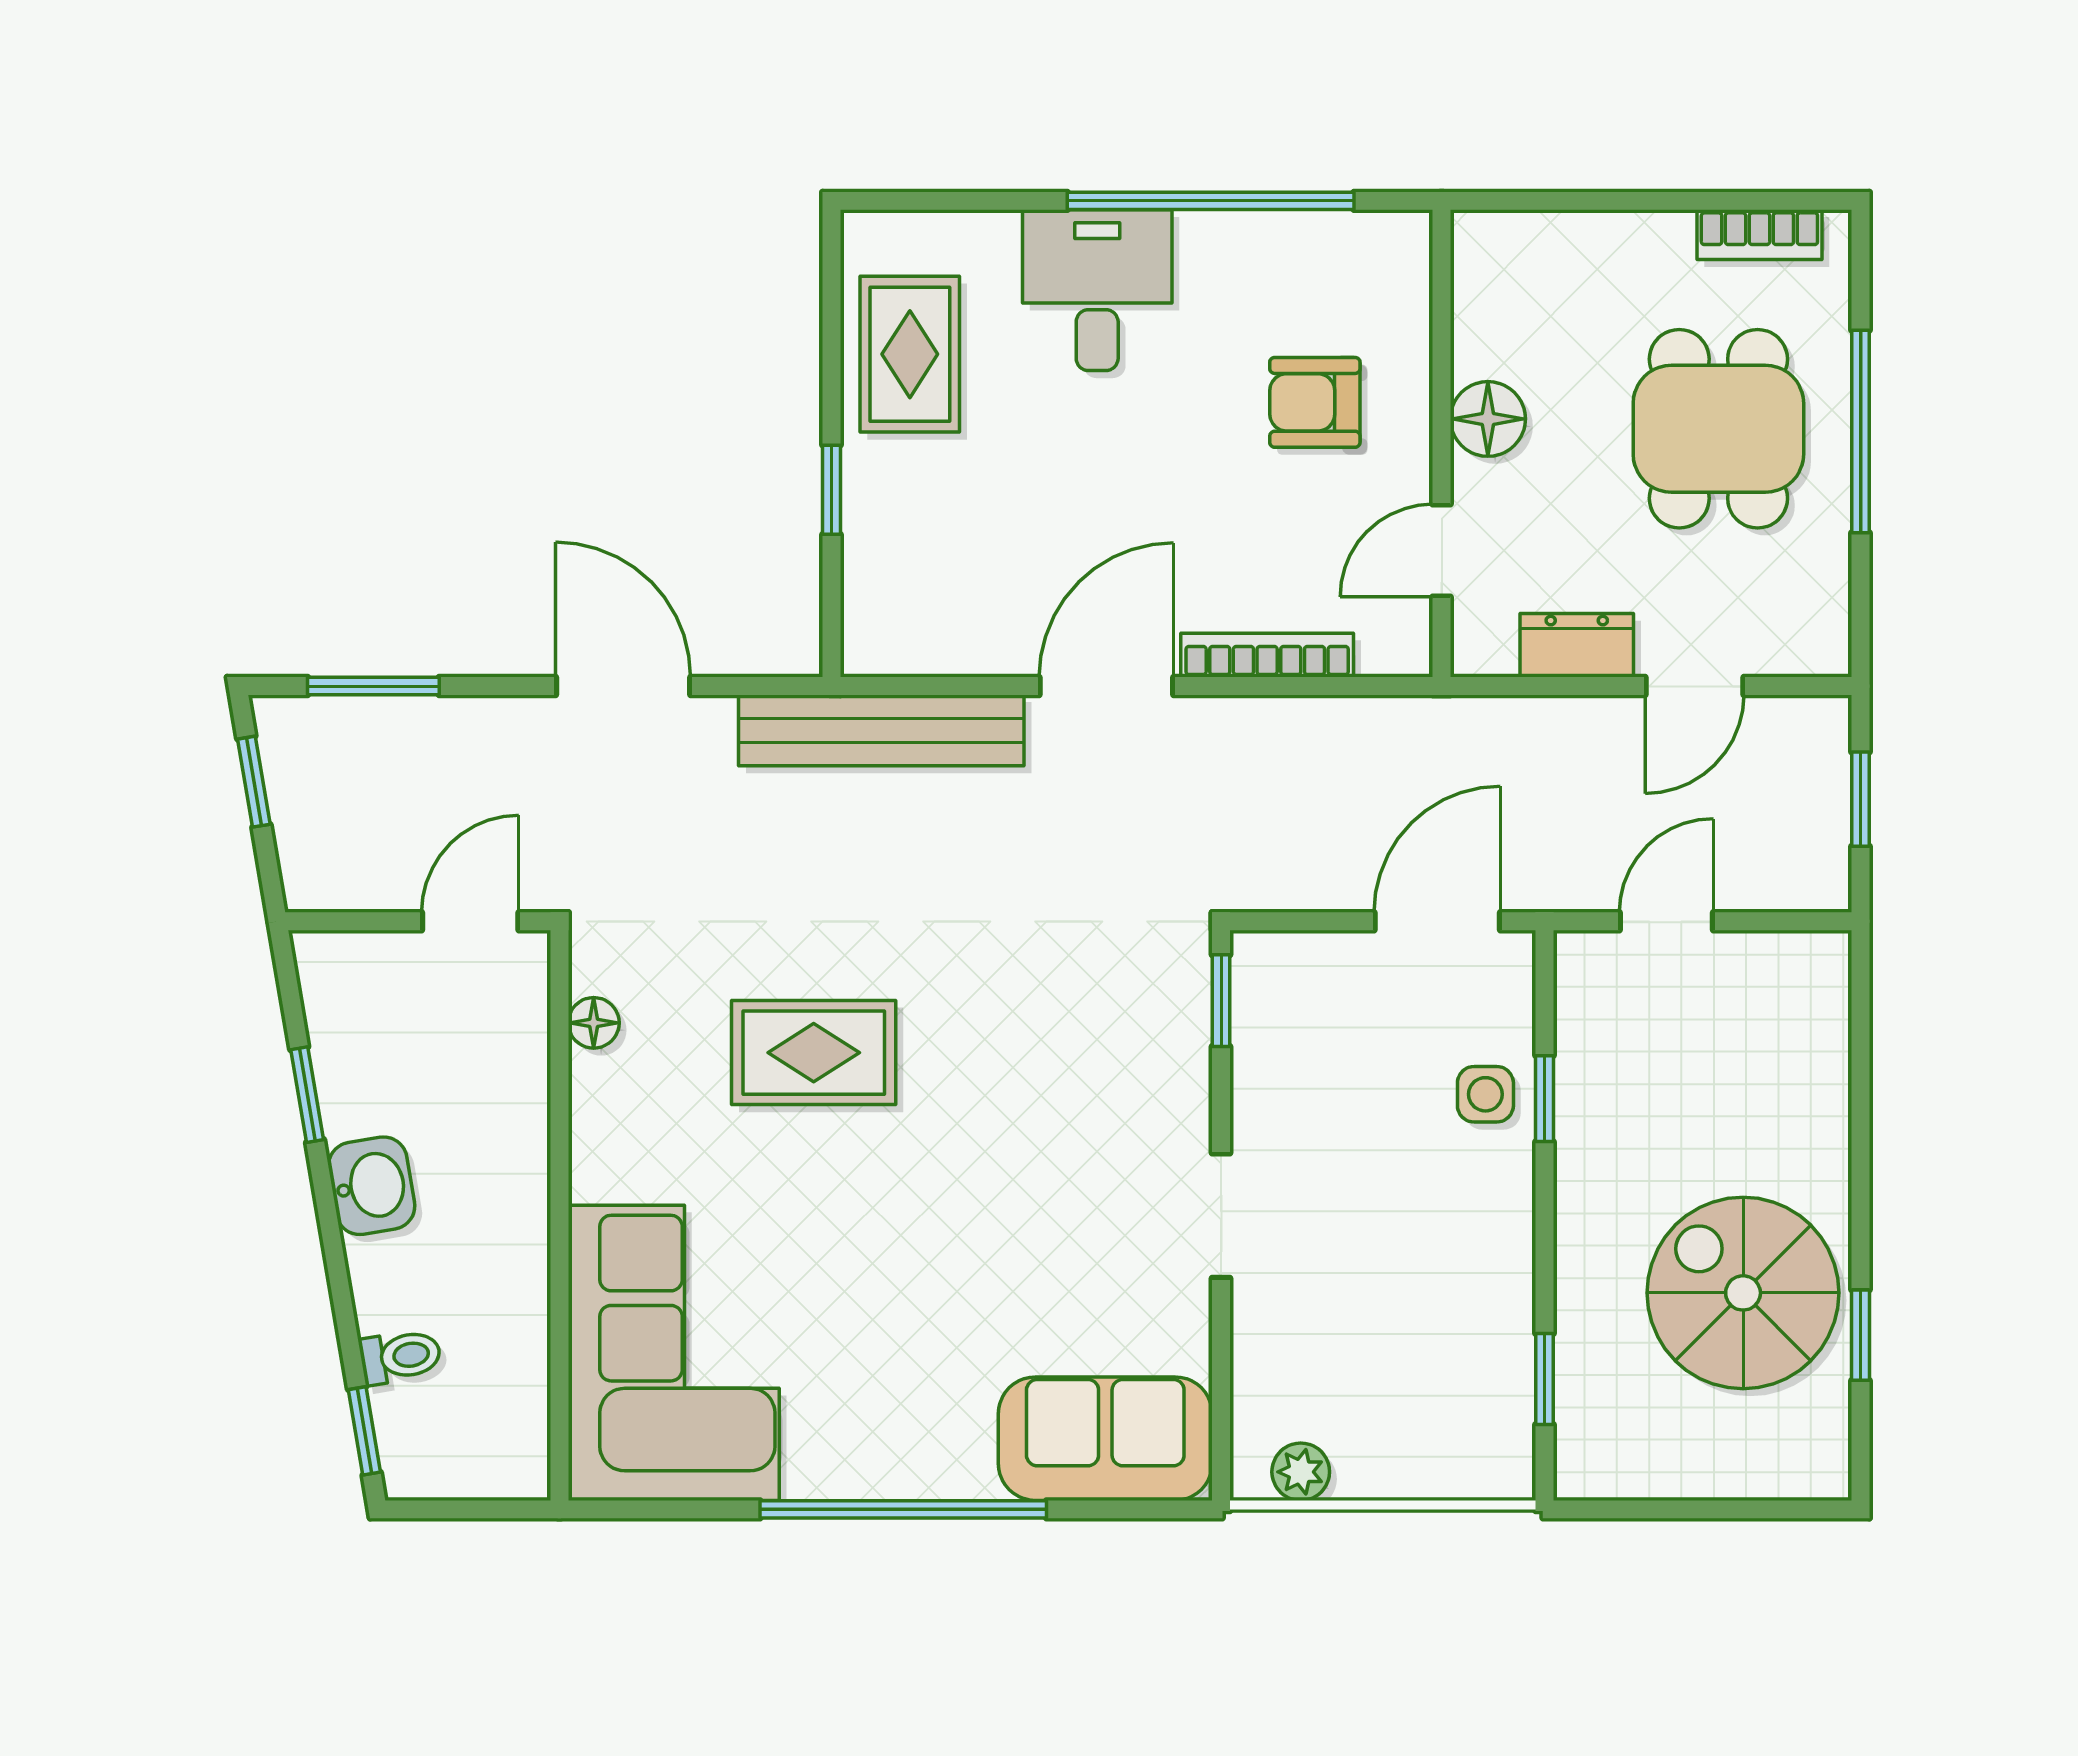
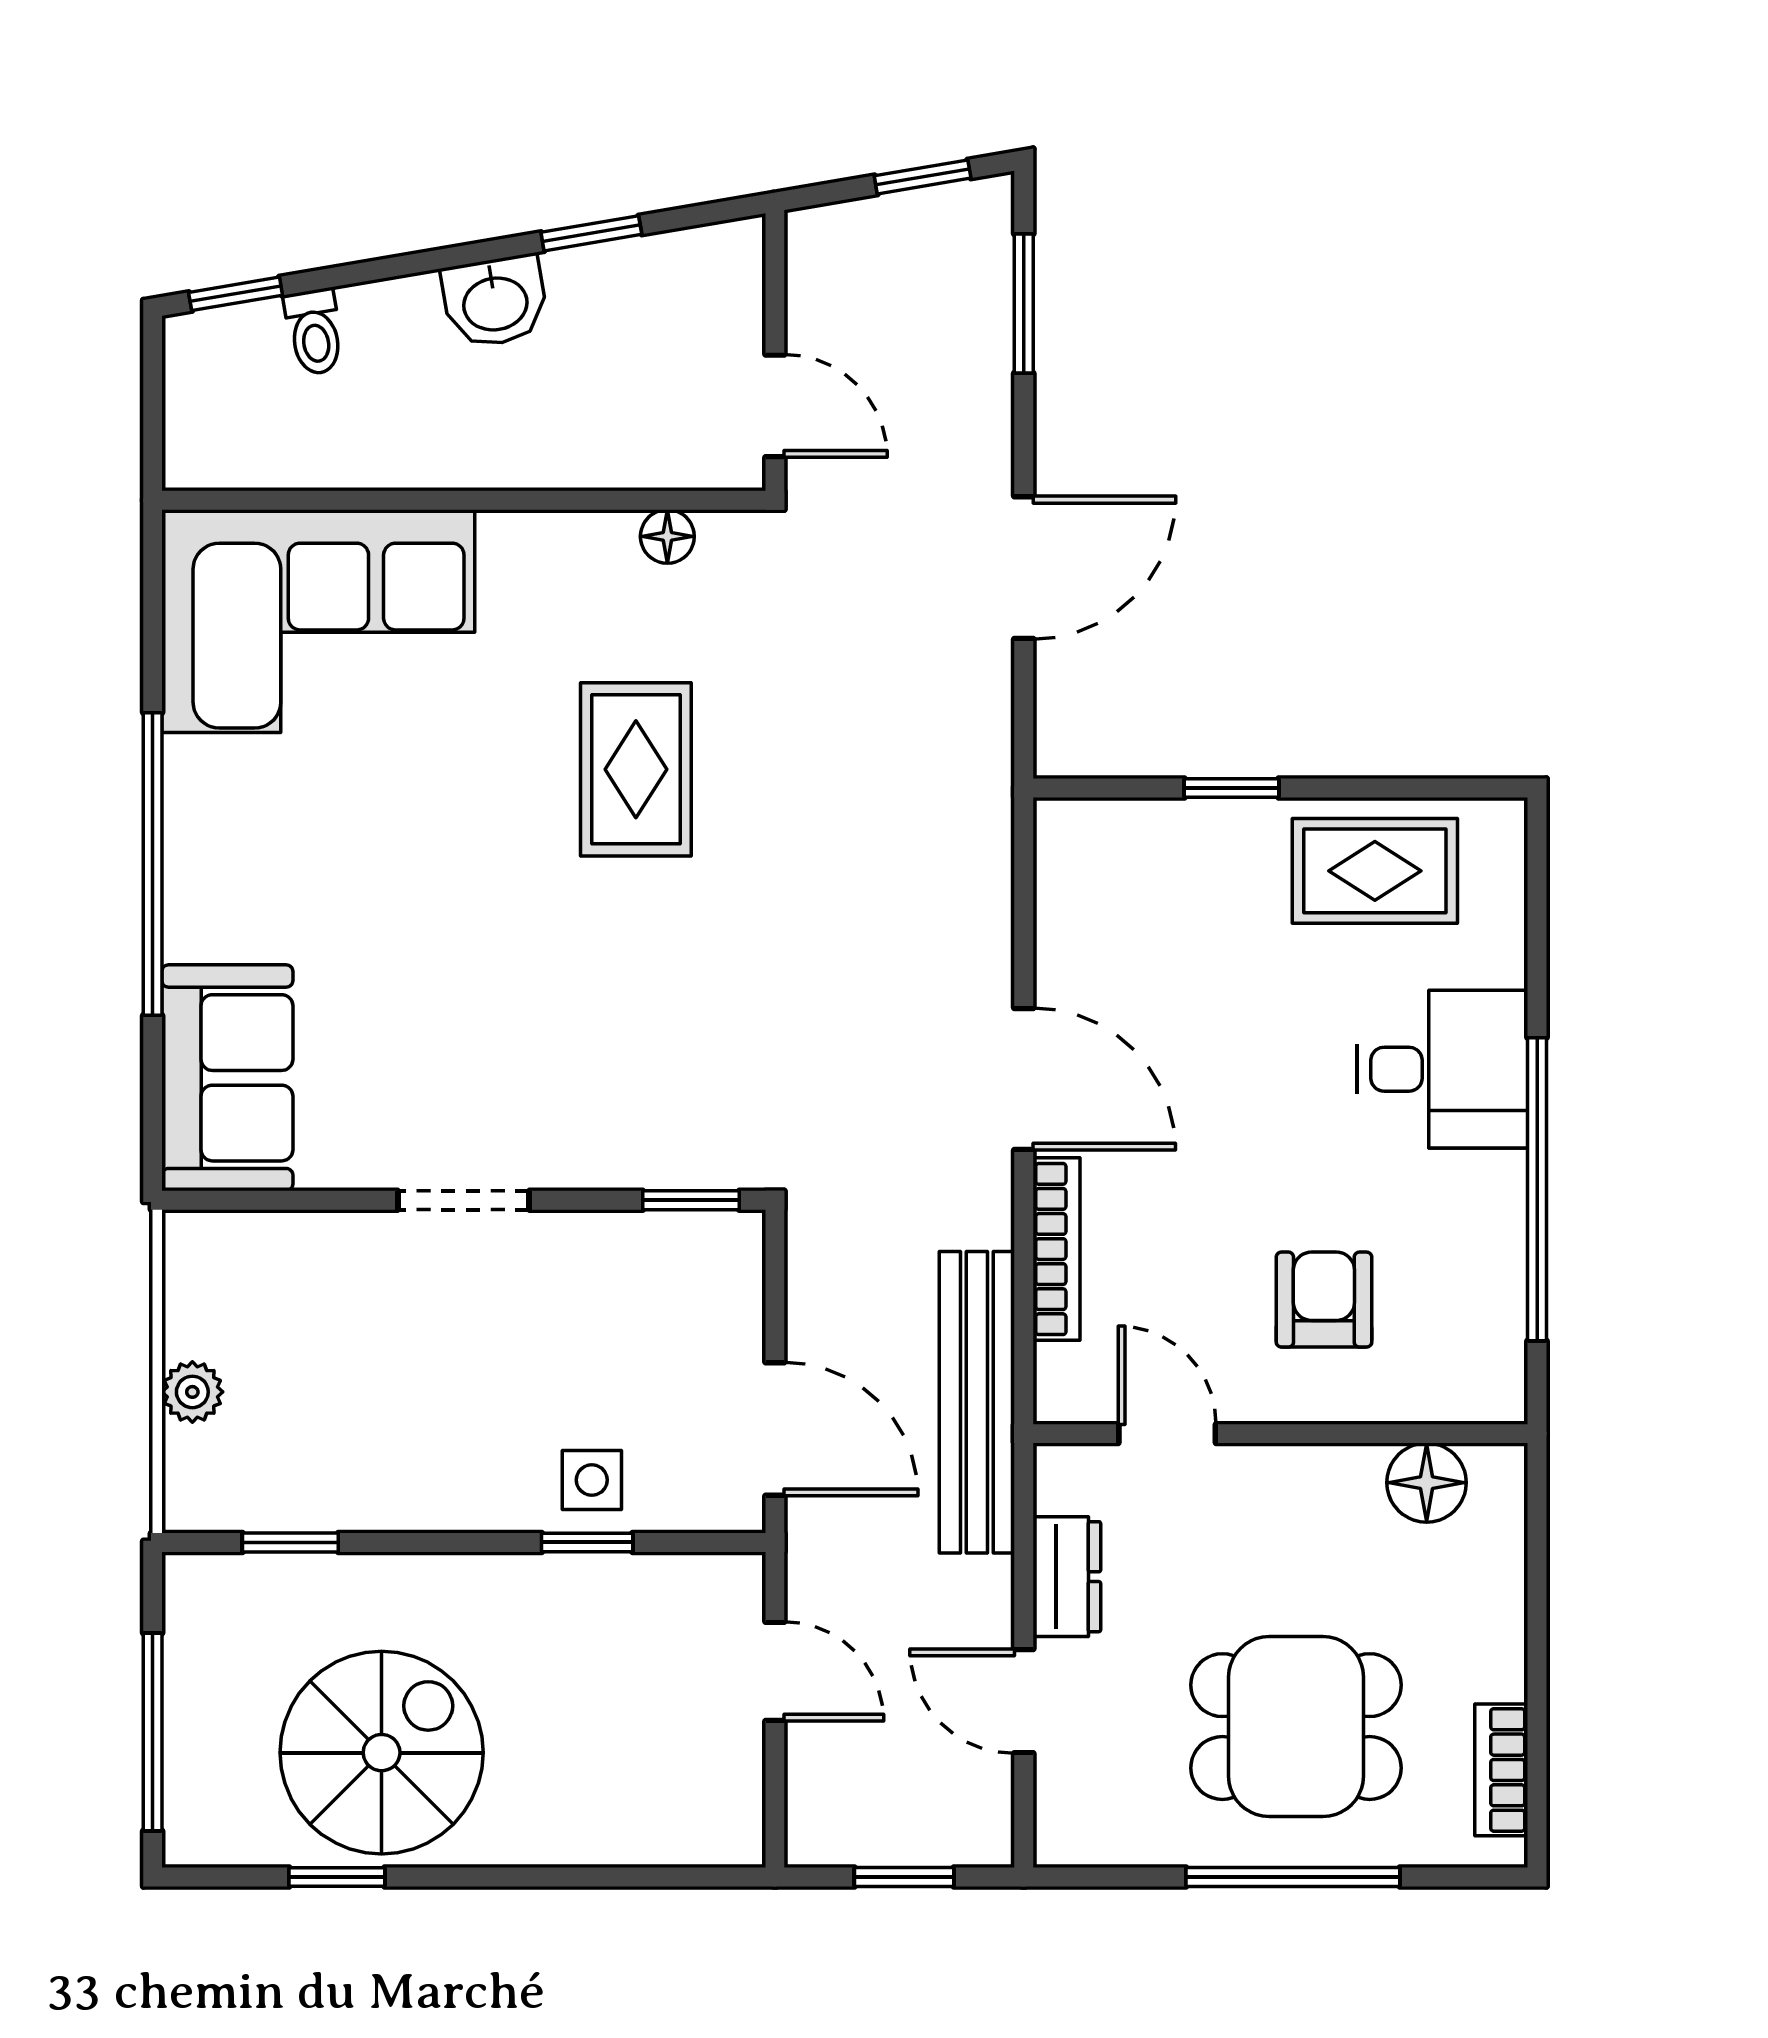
floor lamp: (1488, 419) -> (1427, 1483), moved
bench: (881, 730) -> (977, 1402), moved
plant: (1301, 1472) -> (192, 1392), moved
window: (1724, 1509) -> (153, 1732), added

